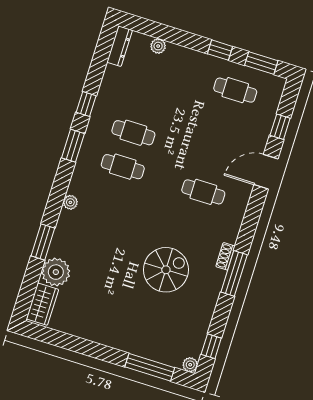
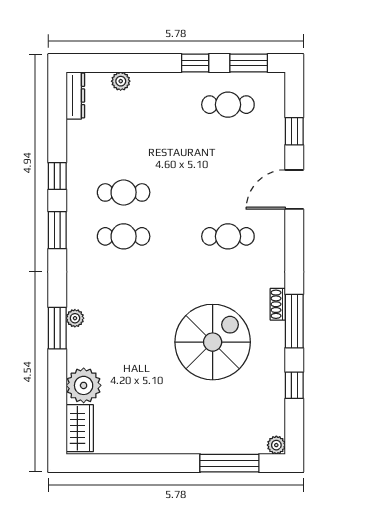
plant: (70, 202) -> (75, 318), moved
window: (43, 242) -> (57, 328), moved
spiral stairs: (166, 270) -> (213, 342), width x1.37, depth x1.37
window: (211, 346) -> (294, 385), moved

